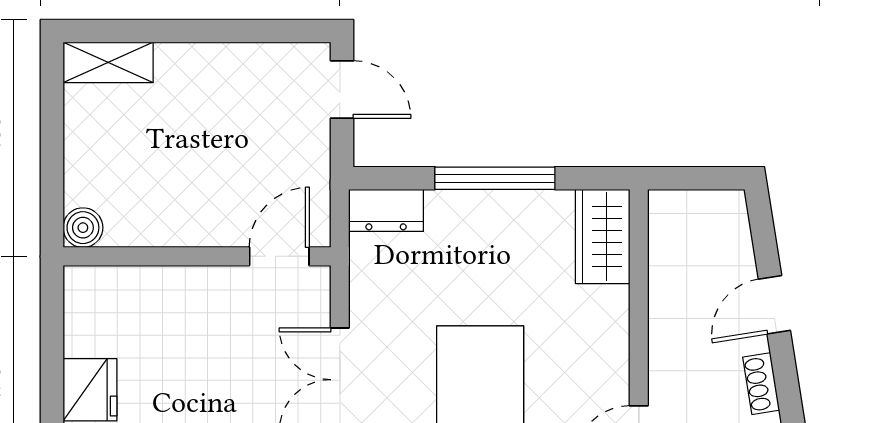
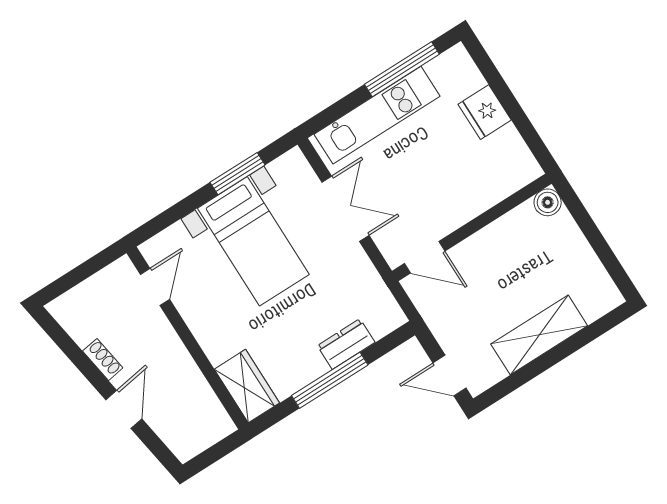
shelving: (108, 62) -> (539, 335), moved, width x1.50, depth x1.33
dresser: (386, 210) -> (346, 344), moved
door: (279, 256) -> (425, 257), hinge flipped

